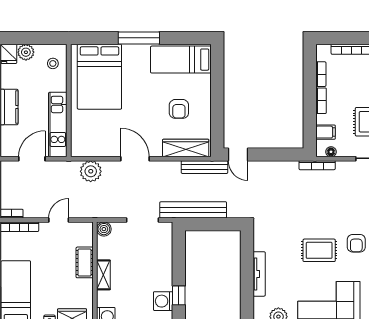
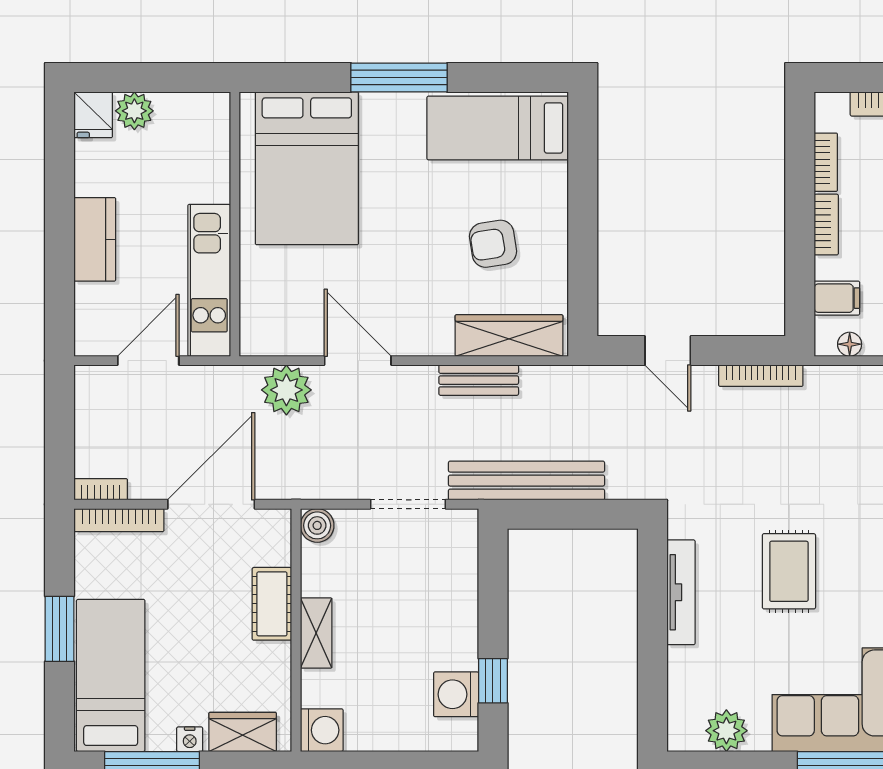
stool: (53, 63) -> (198, 137), removed
armchair: (179, 109) -> (493, 244), turned 81
door: (238, 154) -> (668, 351), moved
door: (135, 159) -> (358, 361), moved
bookcase: (317, 165) -> (761, 376), moved
bench: (204, 167) -> (479, 380), moved, width x0.73
door: (59, 220) -> (211, 504), width x1.87
rug: (319, 250) -> (789, 571), moved, turned 90
tv unit: (259, 274) -> (681, 592), moved

